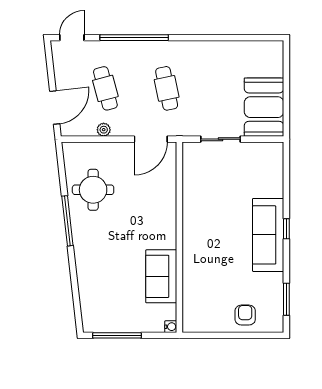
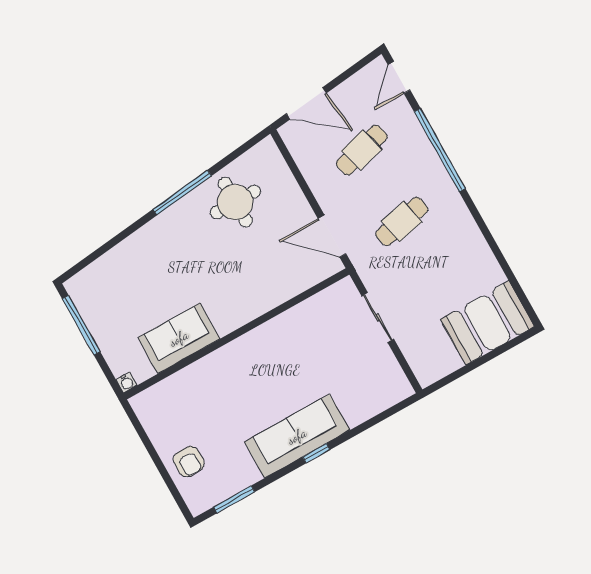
door: (72, 38) -> (399, 77), swing flipped
booth: (264, 107) -> (487, 323), moved
plant: (104, 130) -> (312, 175), removed
armchair: (245, 315) -> (189, 462), turned 90

